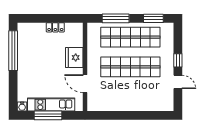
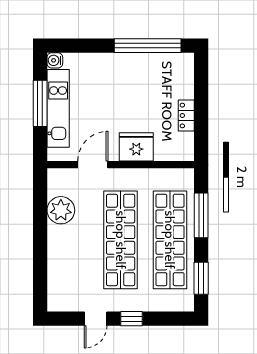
plant: (112, 103) -> (61, 210), added

